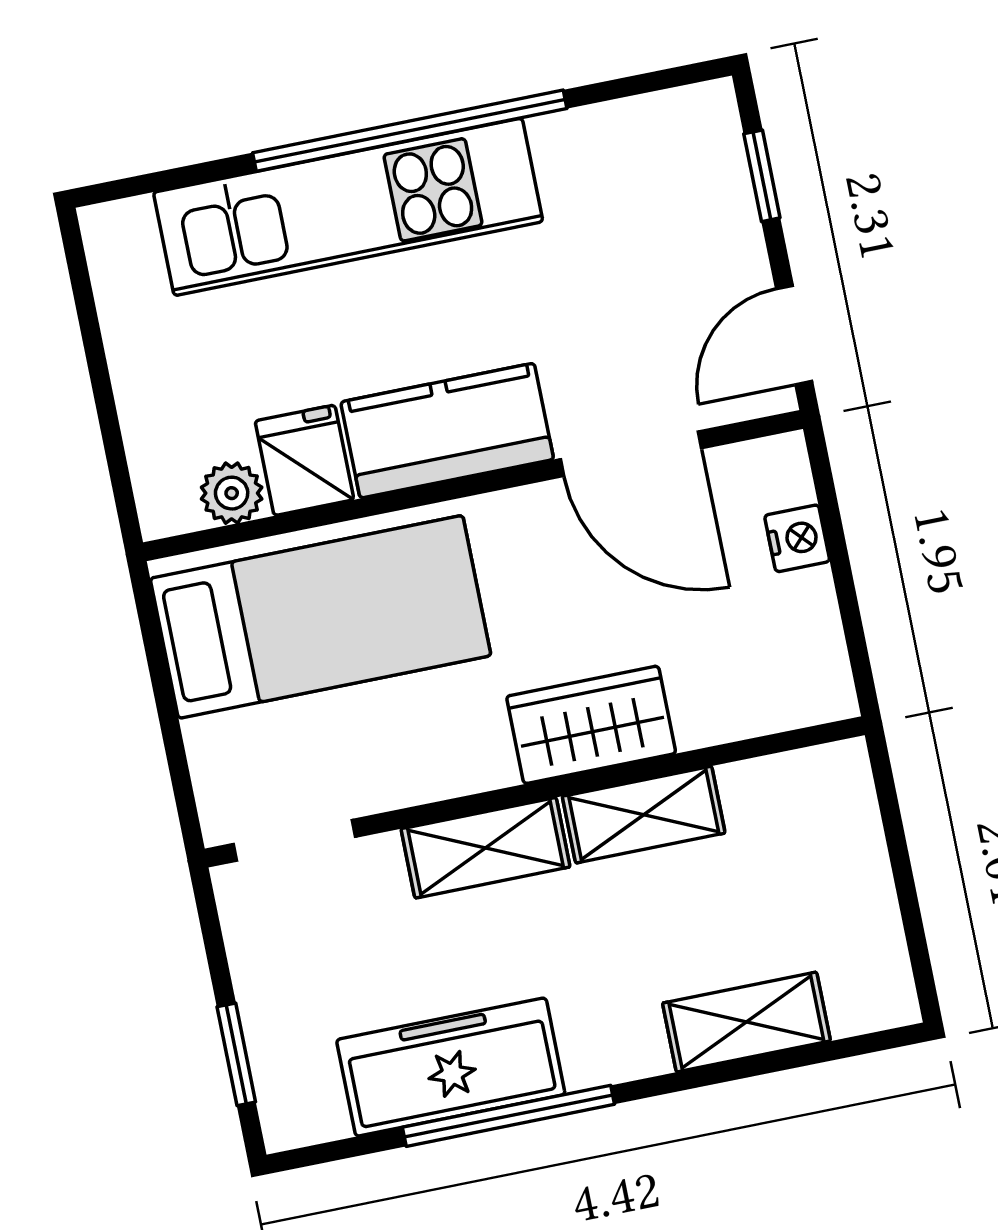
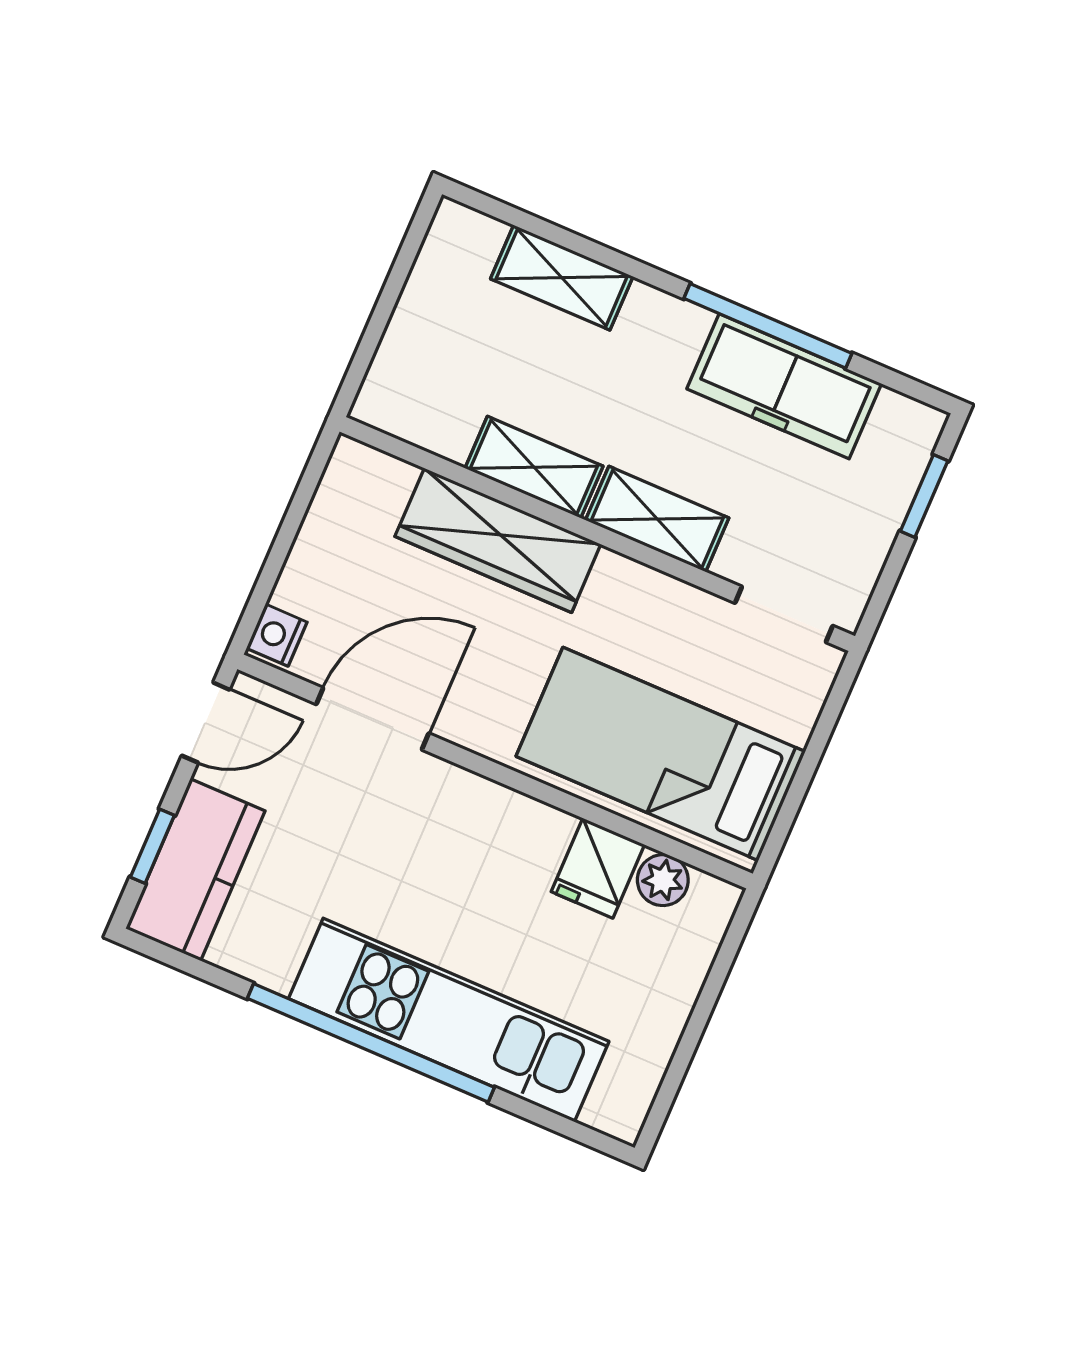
kitchen counter: (447, 431) -> (195, 870), moved, turned -90
door: (631, 454) -> (373, 719), hinge flipped
nightstand: (797, 538) -> (277, 635), moved
wardrobe: (591, 725) -> (498, 540), width x1.50

